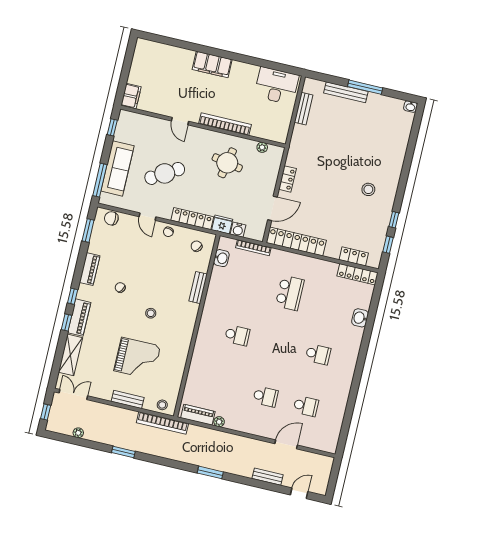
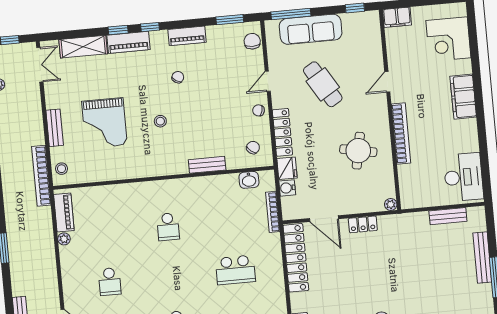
corner desk: (162, 61) -> (448, 39), added
plant: (262, 147) -> (391, 204), moved

